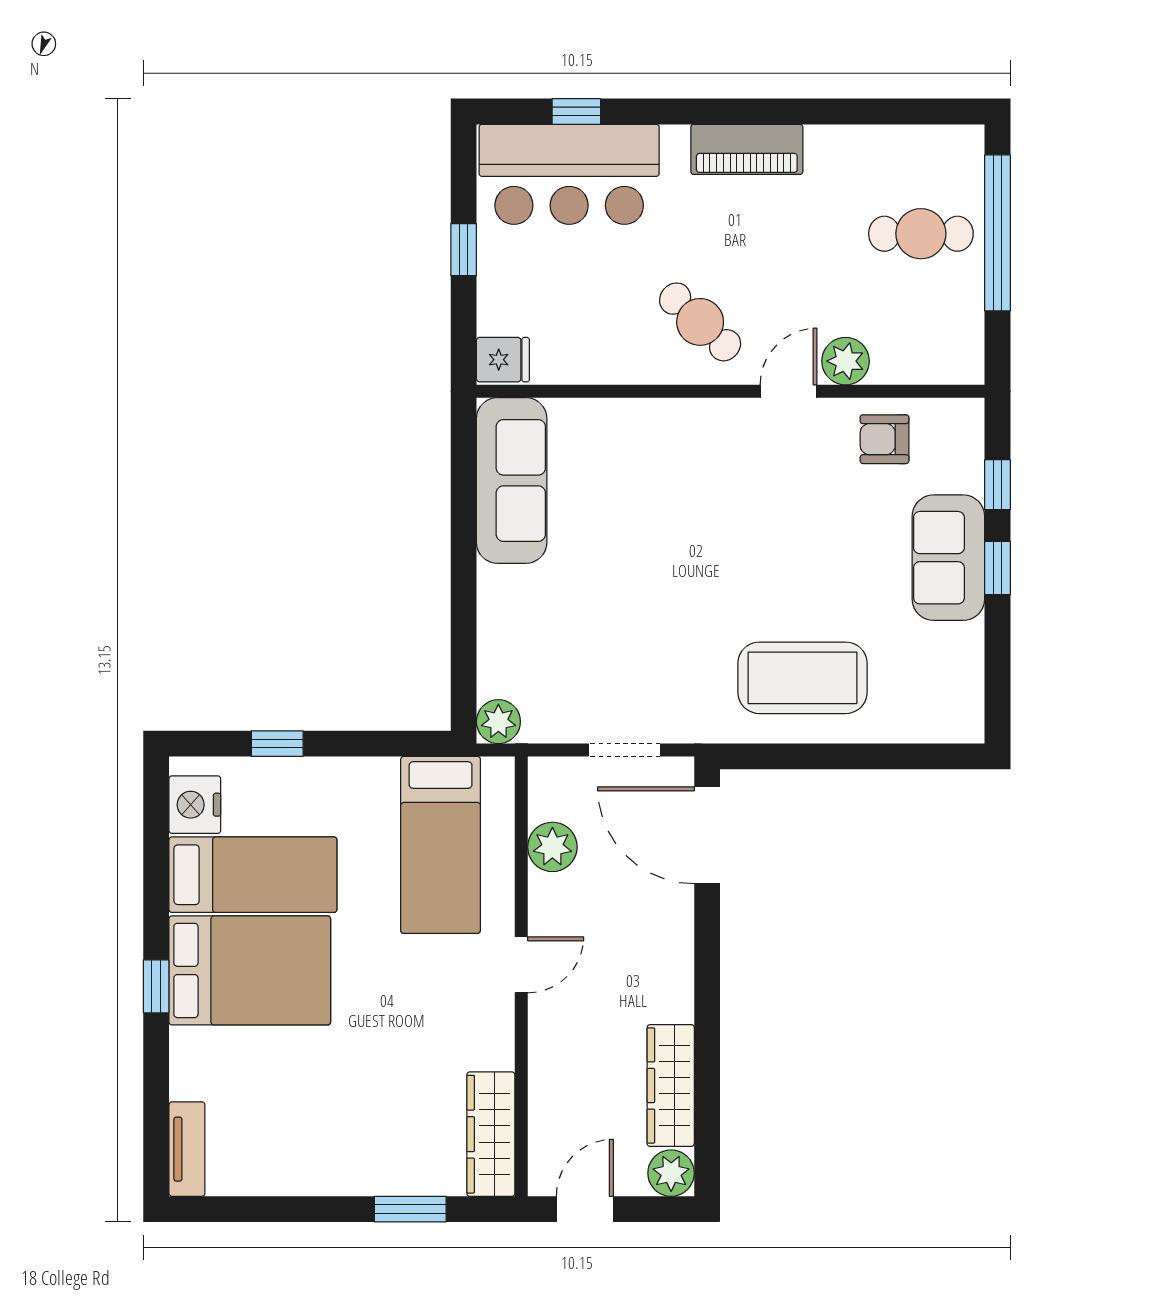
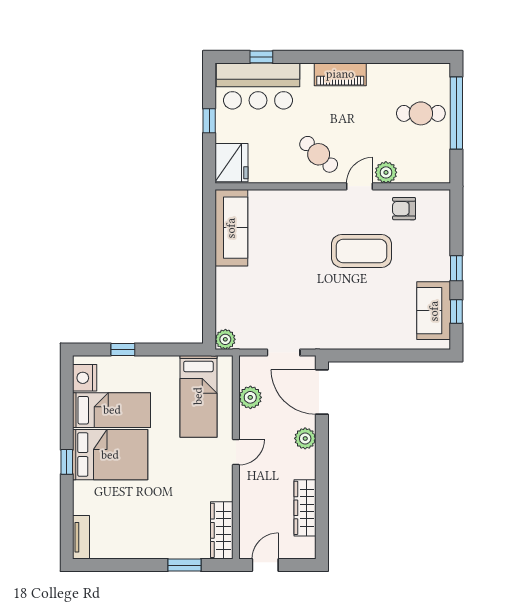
fridge: (503, 360) -> (231, 163), width x1.88, depth x1.34
window: (997, 485) -> (456, 311), moved
sofa: (948, 558) -> (434, 311), moved
coffee table: (802, 678) -> (362, 251), moved
plant: (671, 1173) -> (305, 438), moved

